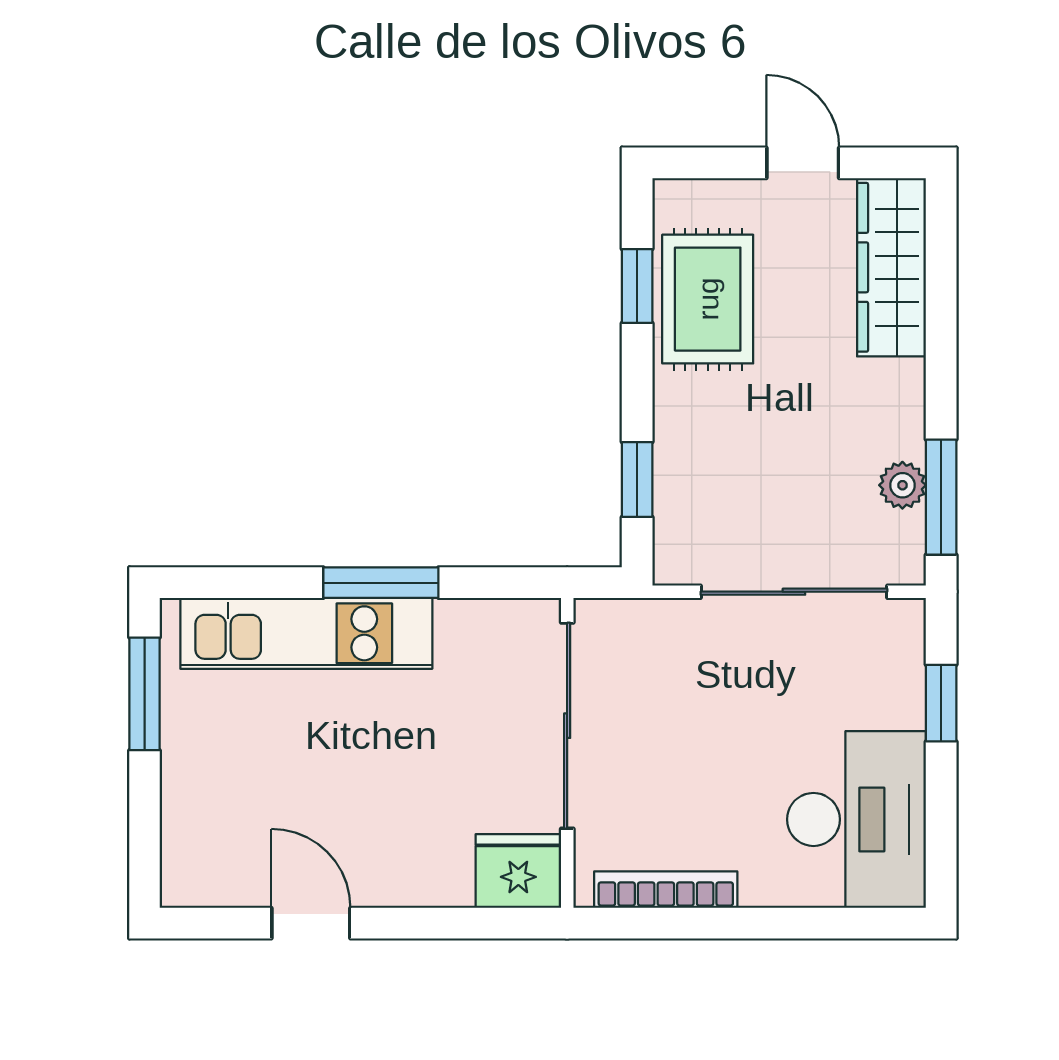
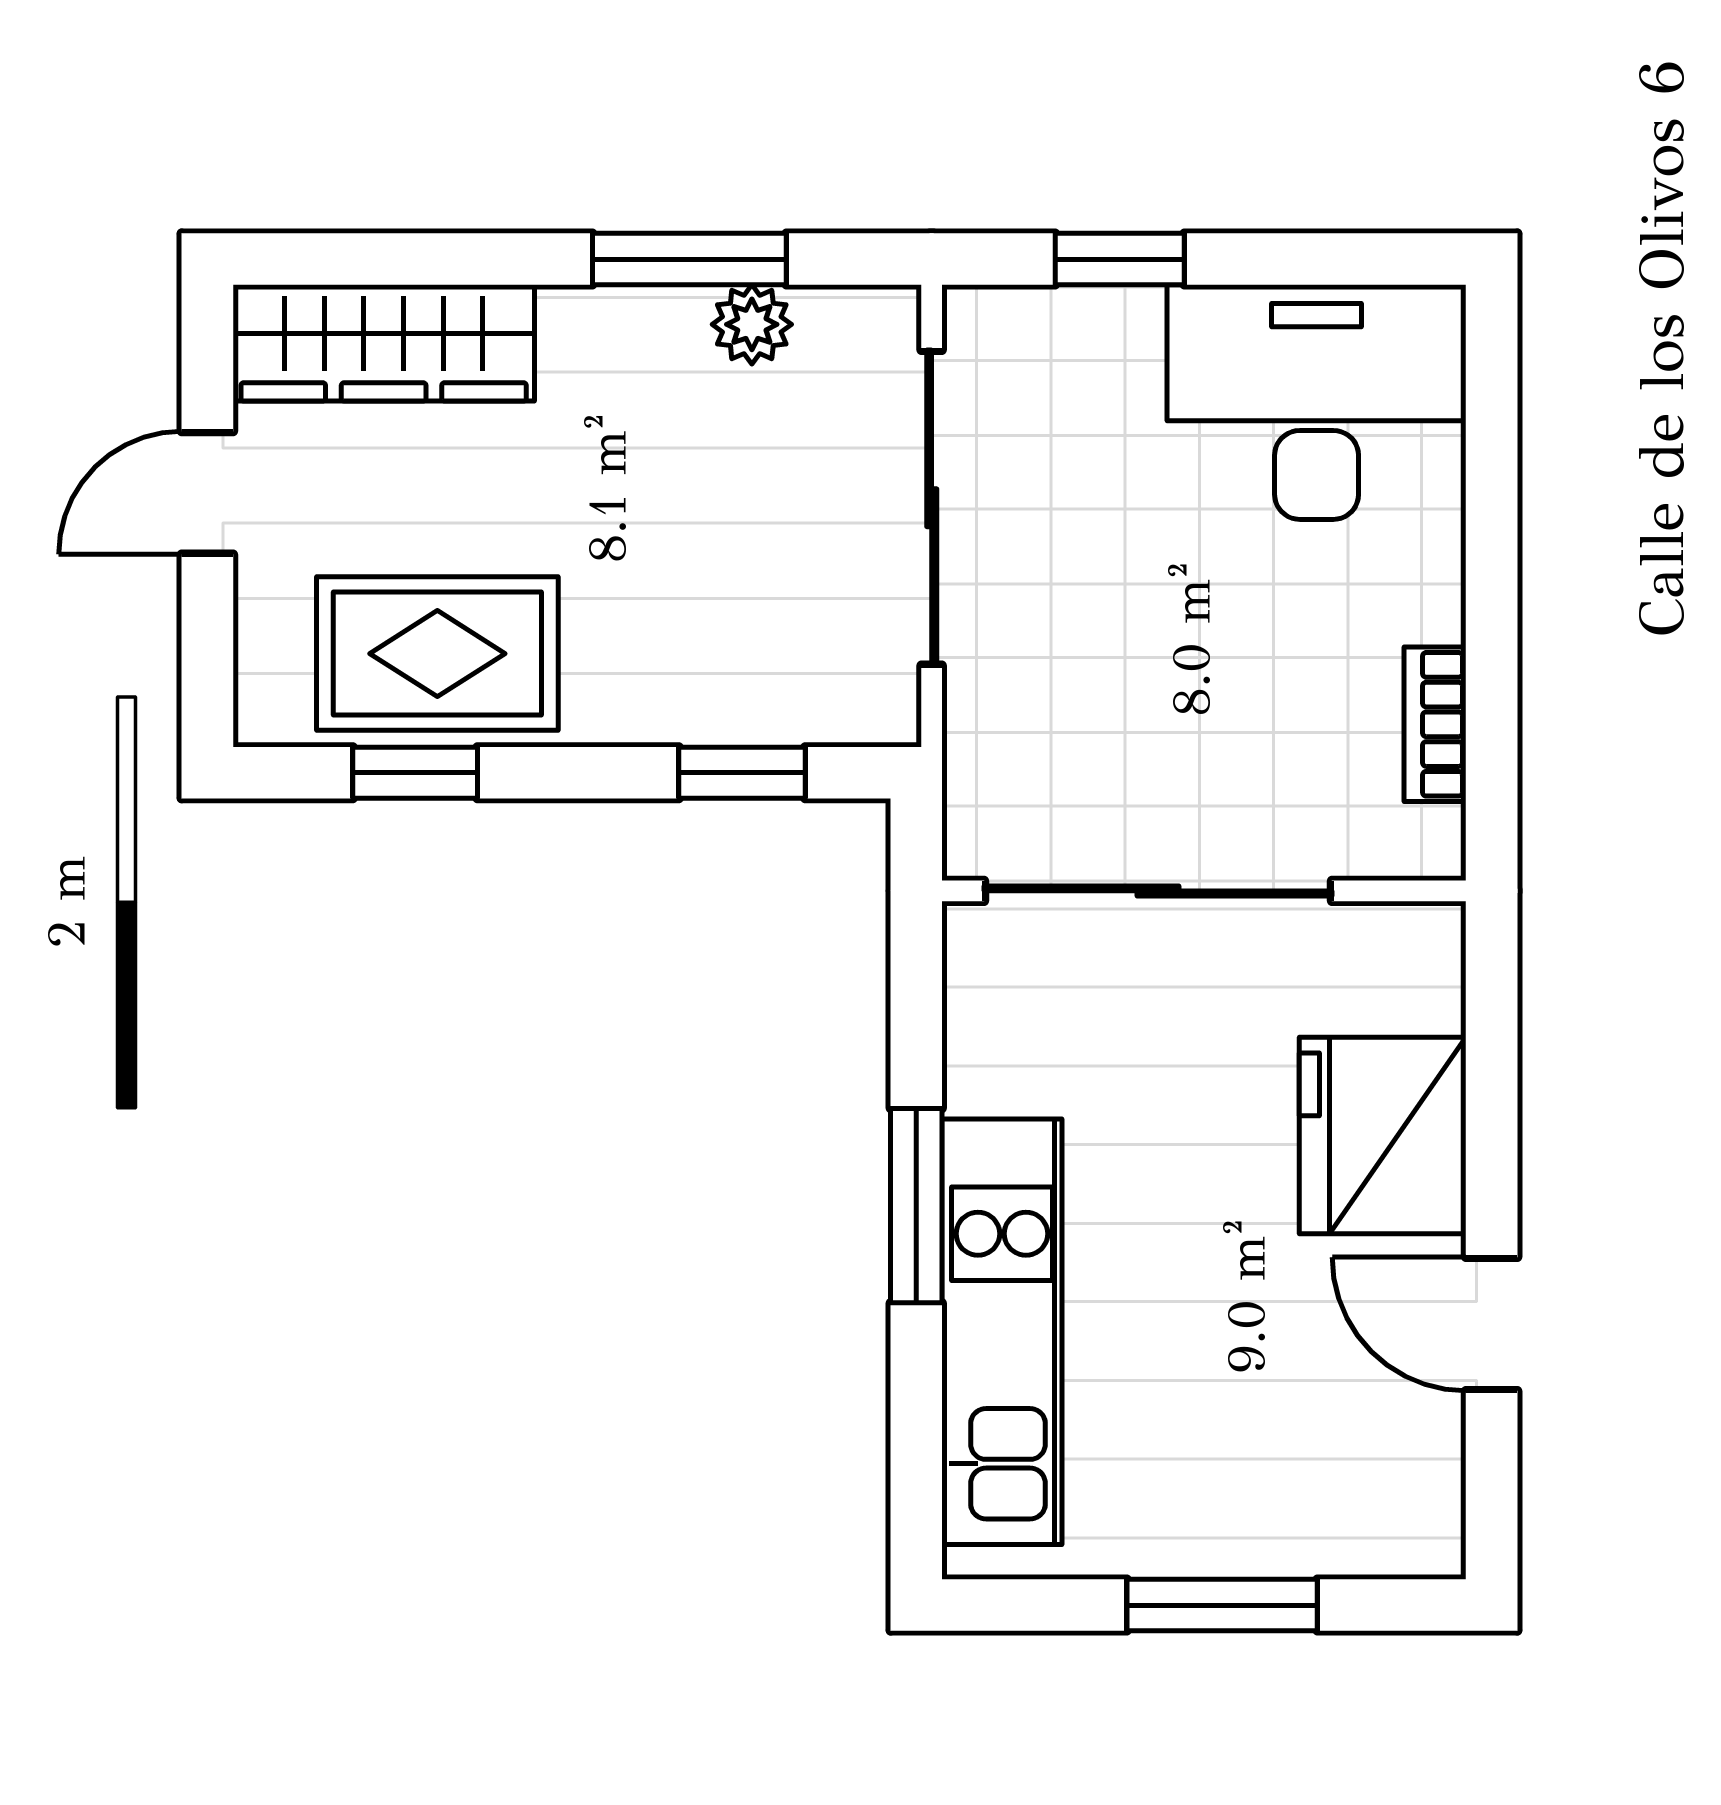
window: (941, 497) -> (689, 259), moved
window: (145, 694) -> (1222, 1605), moved
fridge: (518, 871) -> (1383, 1136), moved, width x1.36, depth x1.34
bookcase: (666, 890) -> (1435, 724), width x0.64
door: (311, 923) -> (1492, 1324), hinge flipped

